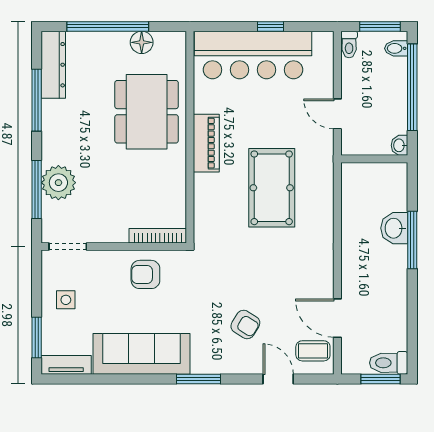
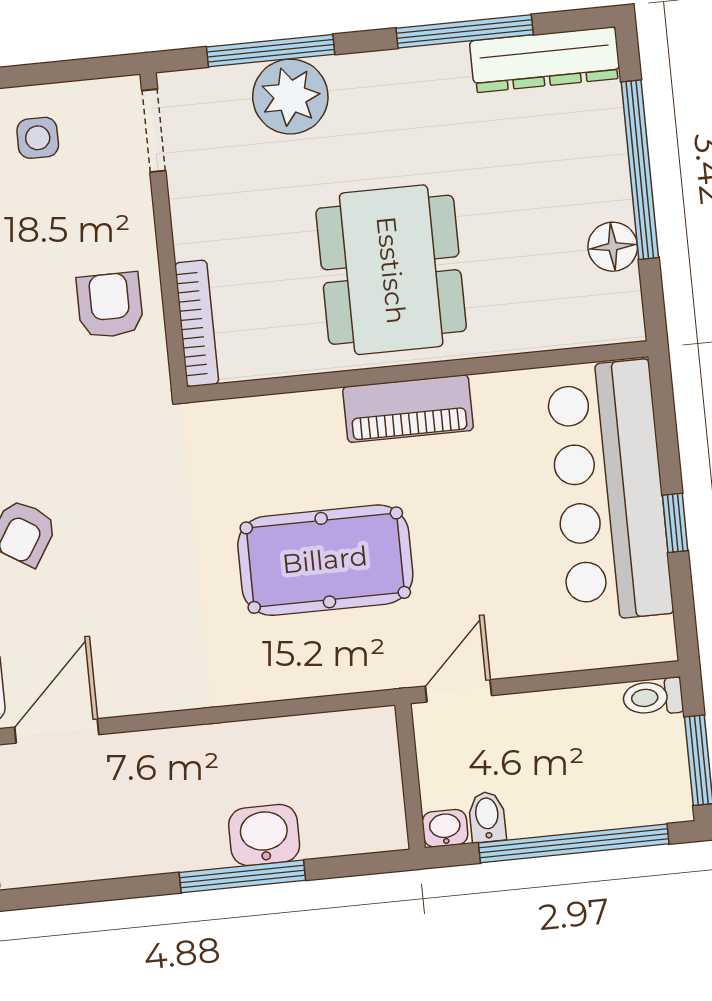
bidet: (396, 48) -> (487, 817), moved
dining table: (147, 112) -> (391, 270), moved, turned 90
door: (337, 114) -> (458, 691), moved

